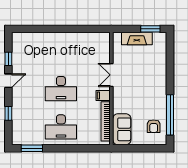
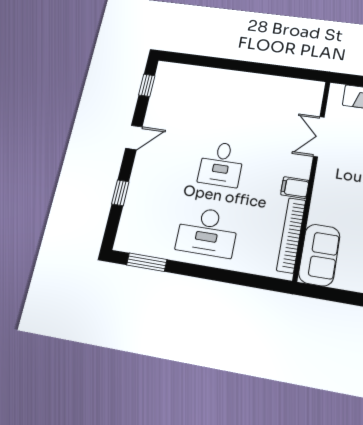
window: (8, 59) -> (147, 85), moved
double door: (111, 75) -> (319, 137), moved
desk: (61, 89) -> (221, 164), width x0.73

